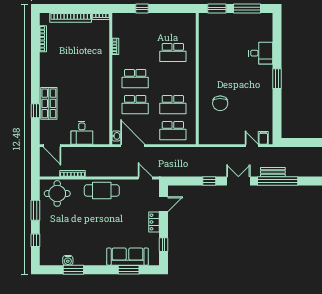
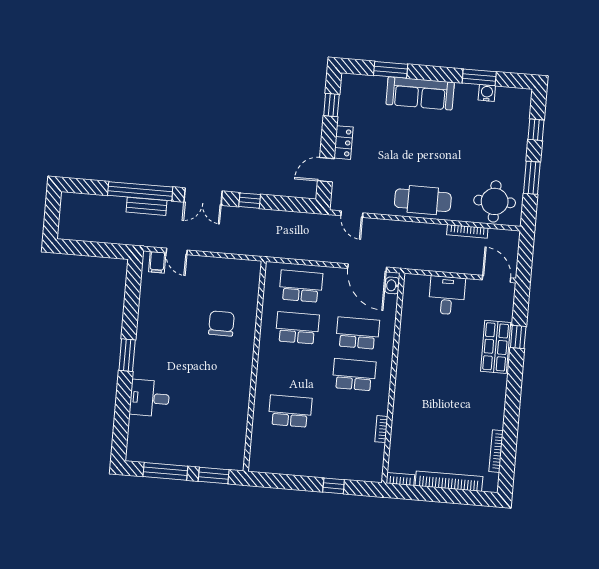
sofa: (128, 257) -> (420, 93), moved

